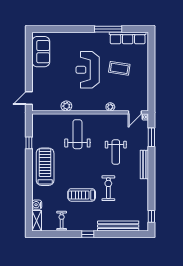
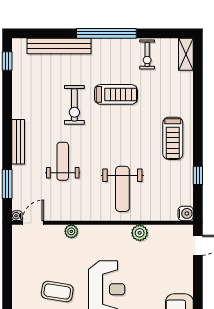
treadmill: (45, 167) -> (173, 138), width x0.73, depth x0.73
water cooler: (37, 205) -> (186, 213), moved
window: (88, 234) -> (106, 33), width x3.17

